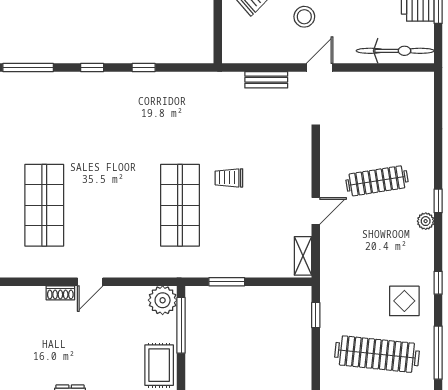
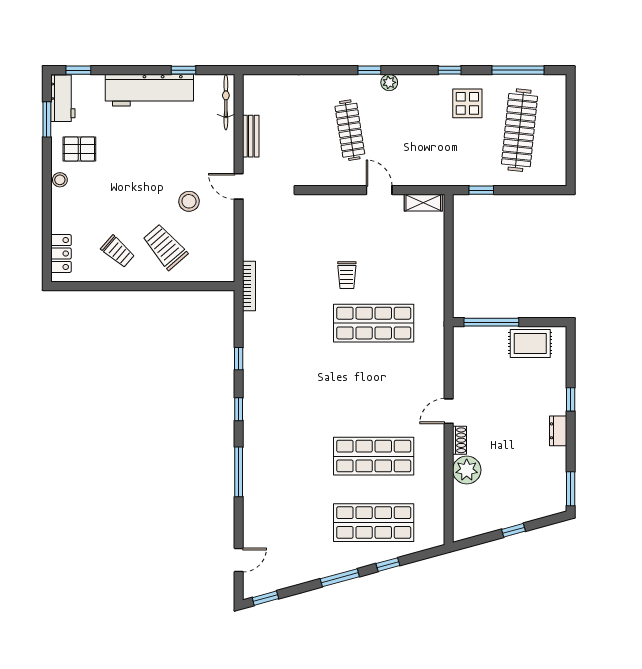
bicycle: (395, 51) -> (226, 102), width x0.73, depth x0.71
bookcase: (218, 78) -> (249, 286), added
bench: (266, 80) -> (251, 136), moved
door: (90, 282) -> (449, 411), swing flipped
window: (227, 282) -> (449, 277), removed
plant: (163, 300) -> (467, 470), moved

